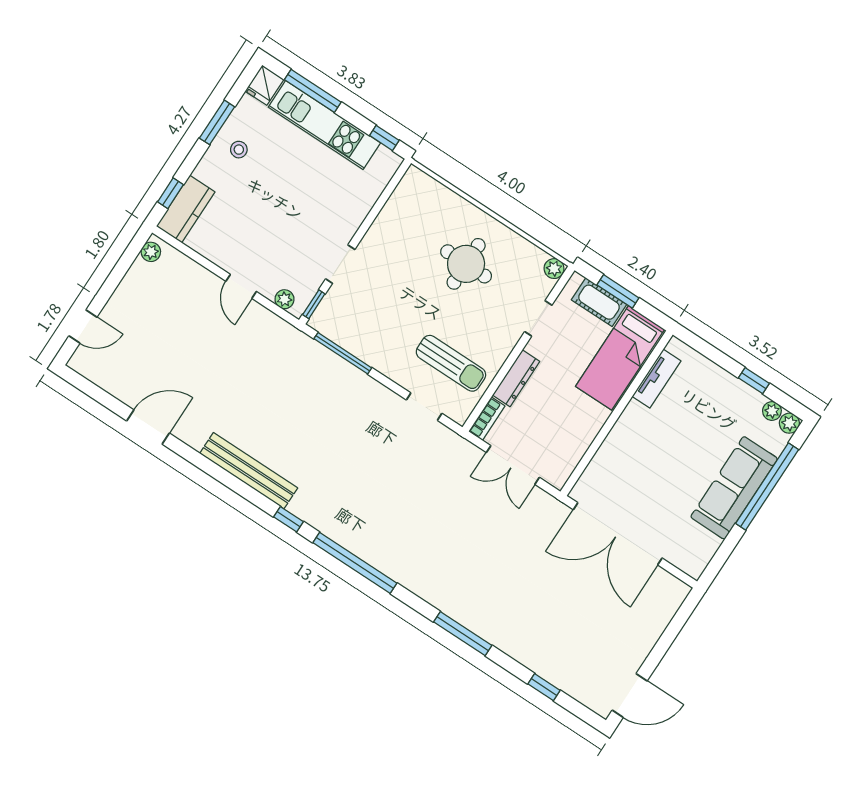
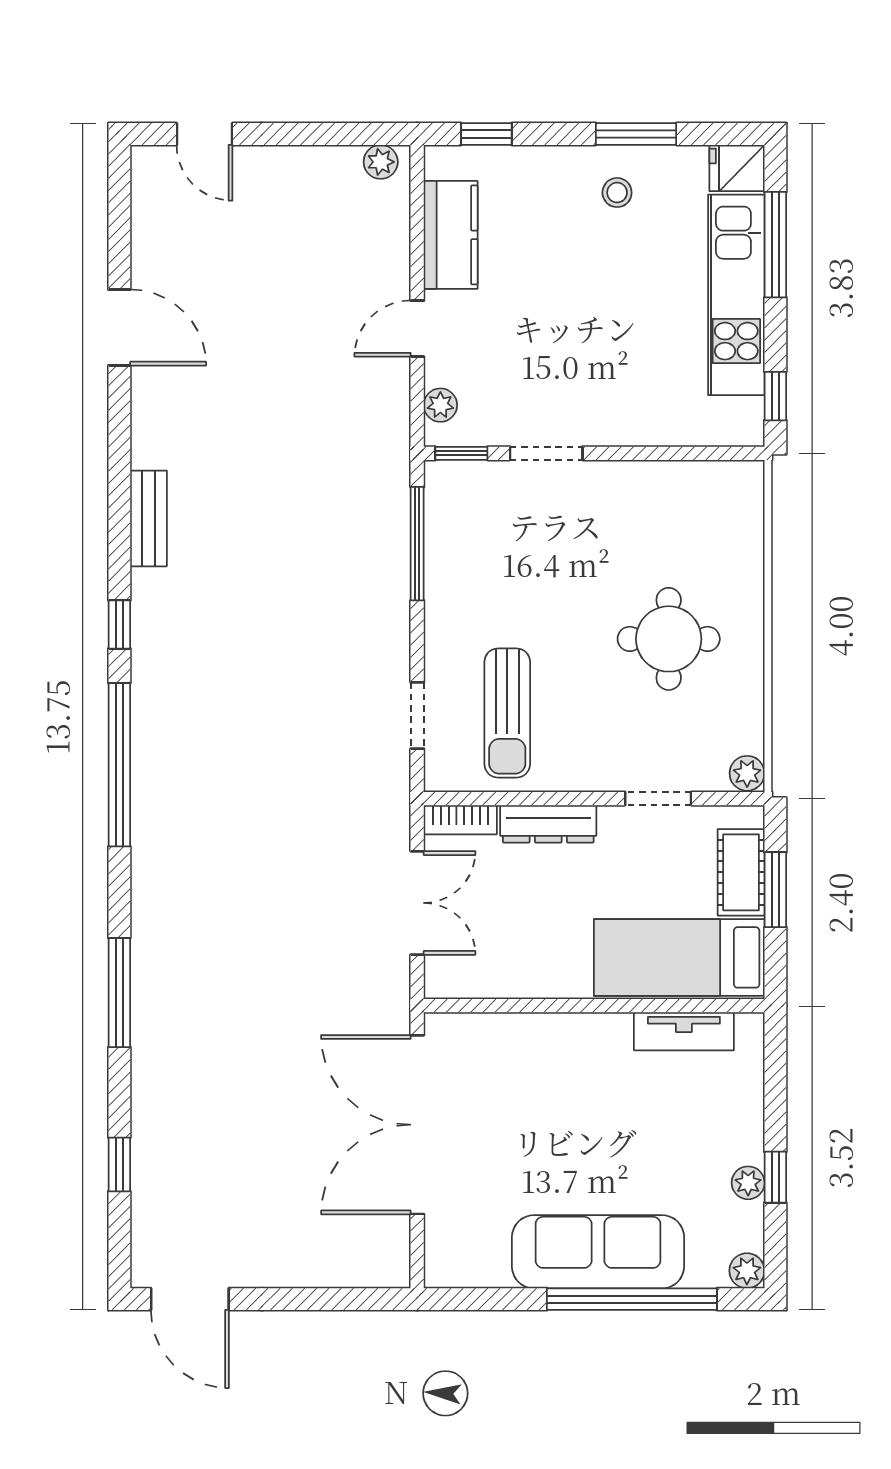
kitchen counter: (186, 209) -> (451, 235), moved, turned -90
plant: (772, 411) -> (748, 1183), moved
double door: (513, 465) -> (417, 903), swing flipped
bench: (249, 471) -> (148, 518), width x0.54, depth x0.82

